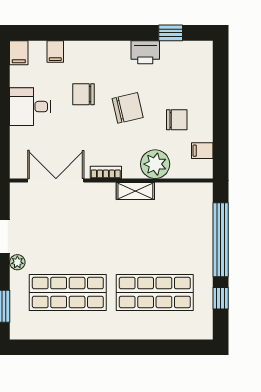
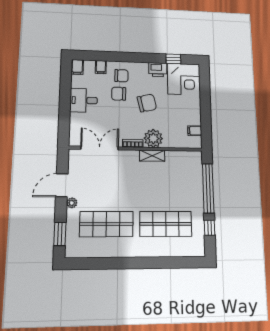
corner desk: (187, 67) -> (184, 79), added
chair: (177, 120) -> (121, 76), moved
plant: (155, 164) -> (153, 138), moved

